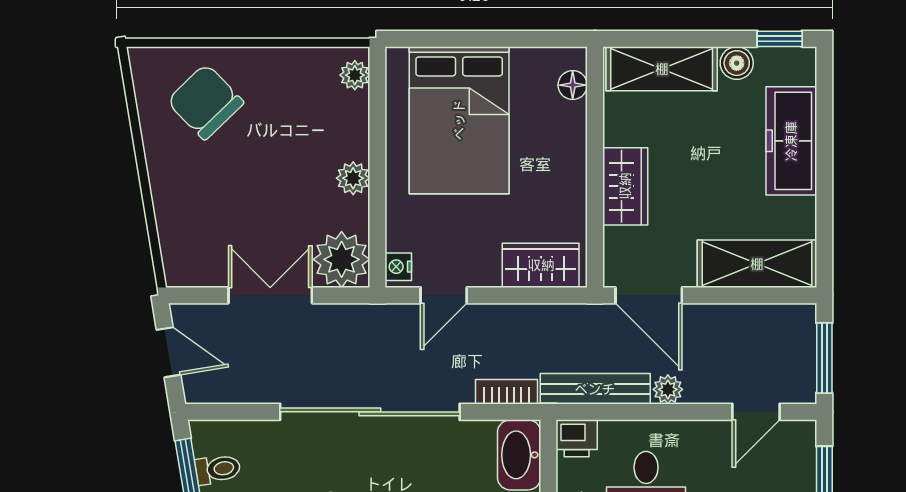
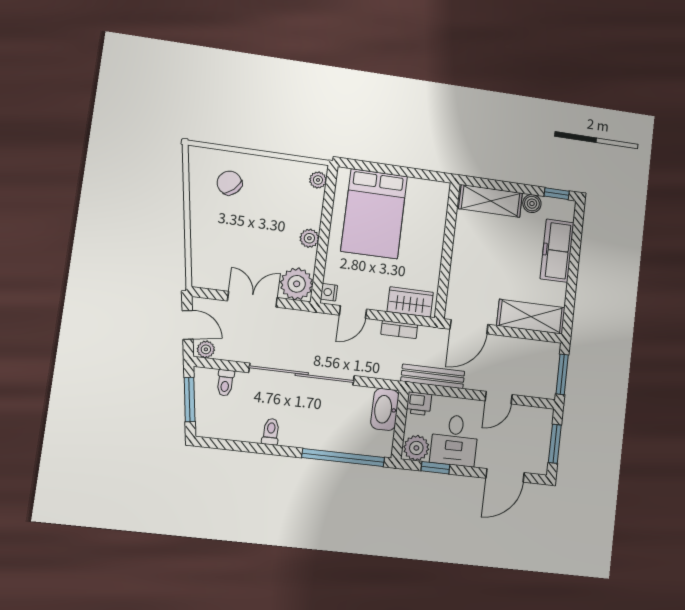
floor lamp: (573, 85) -> (440, 203), removed
chair: (205, 102) -> (229, 183), width x0.73, depth x0.73
wardrobe: (625, 186) -> (463, 264), removed
door: (649, 295) -> (469, 327), hinge flipped
plant: (668, 389) -> (206, 349), moved
bookcase: (507, 392) -> (399, 330), moved, turned 180
door: (756, 412) -> (499, 398), moved
toilet: (218, 469) -> (225, 383), moved, turned 99

